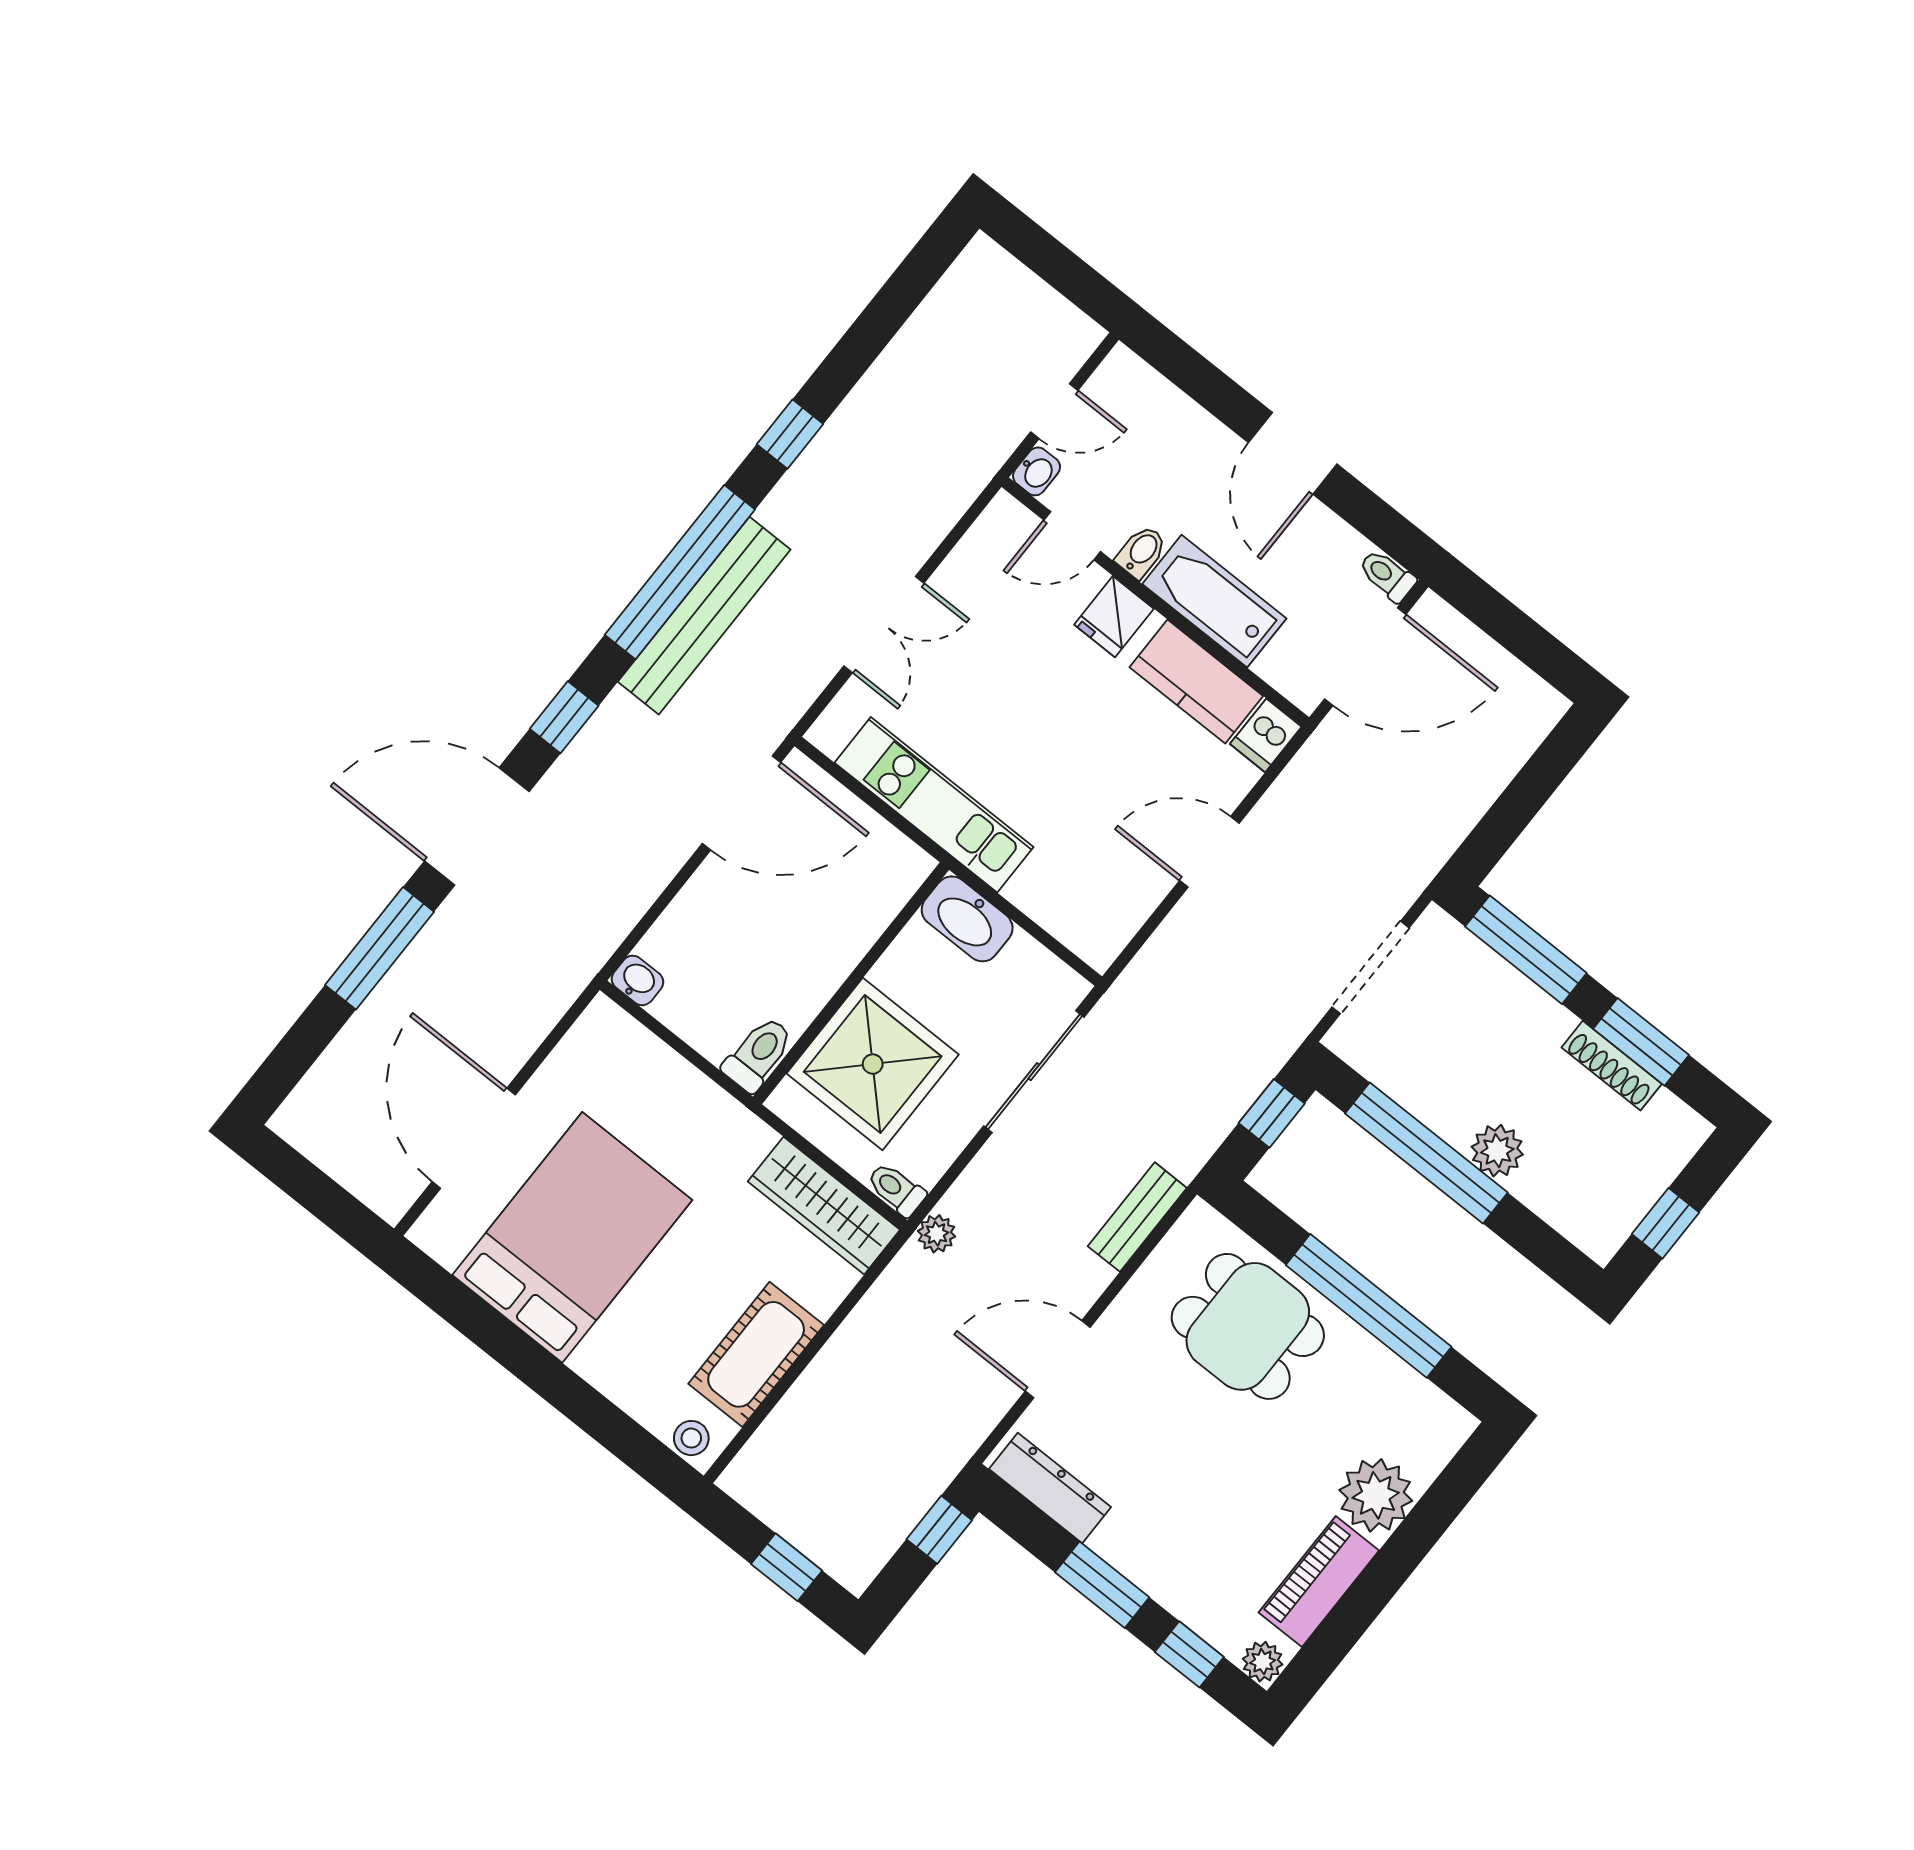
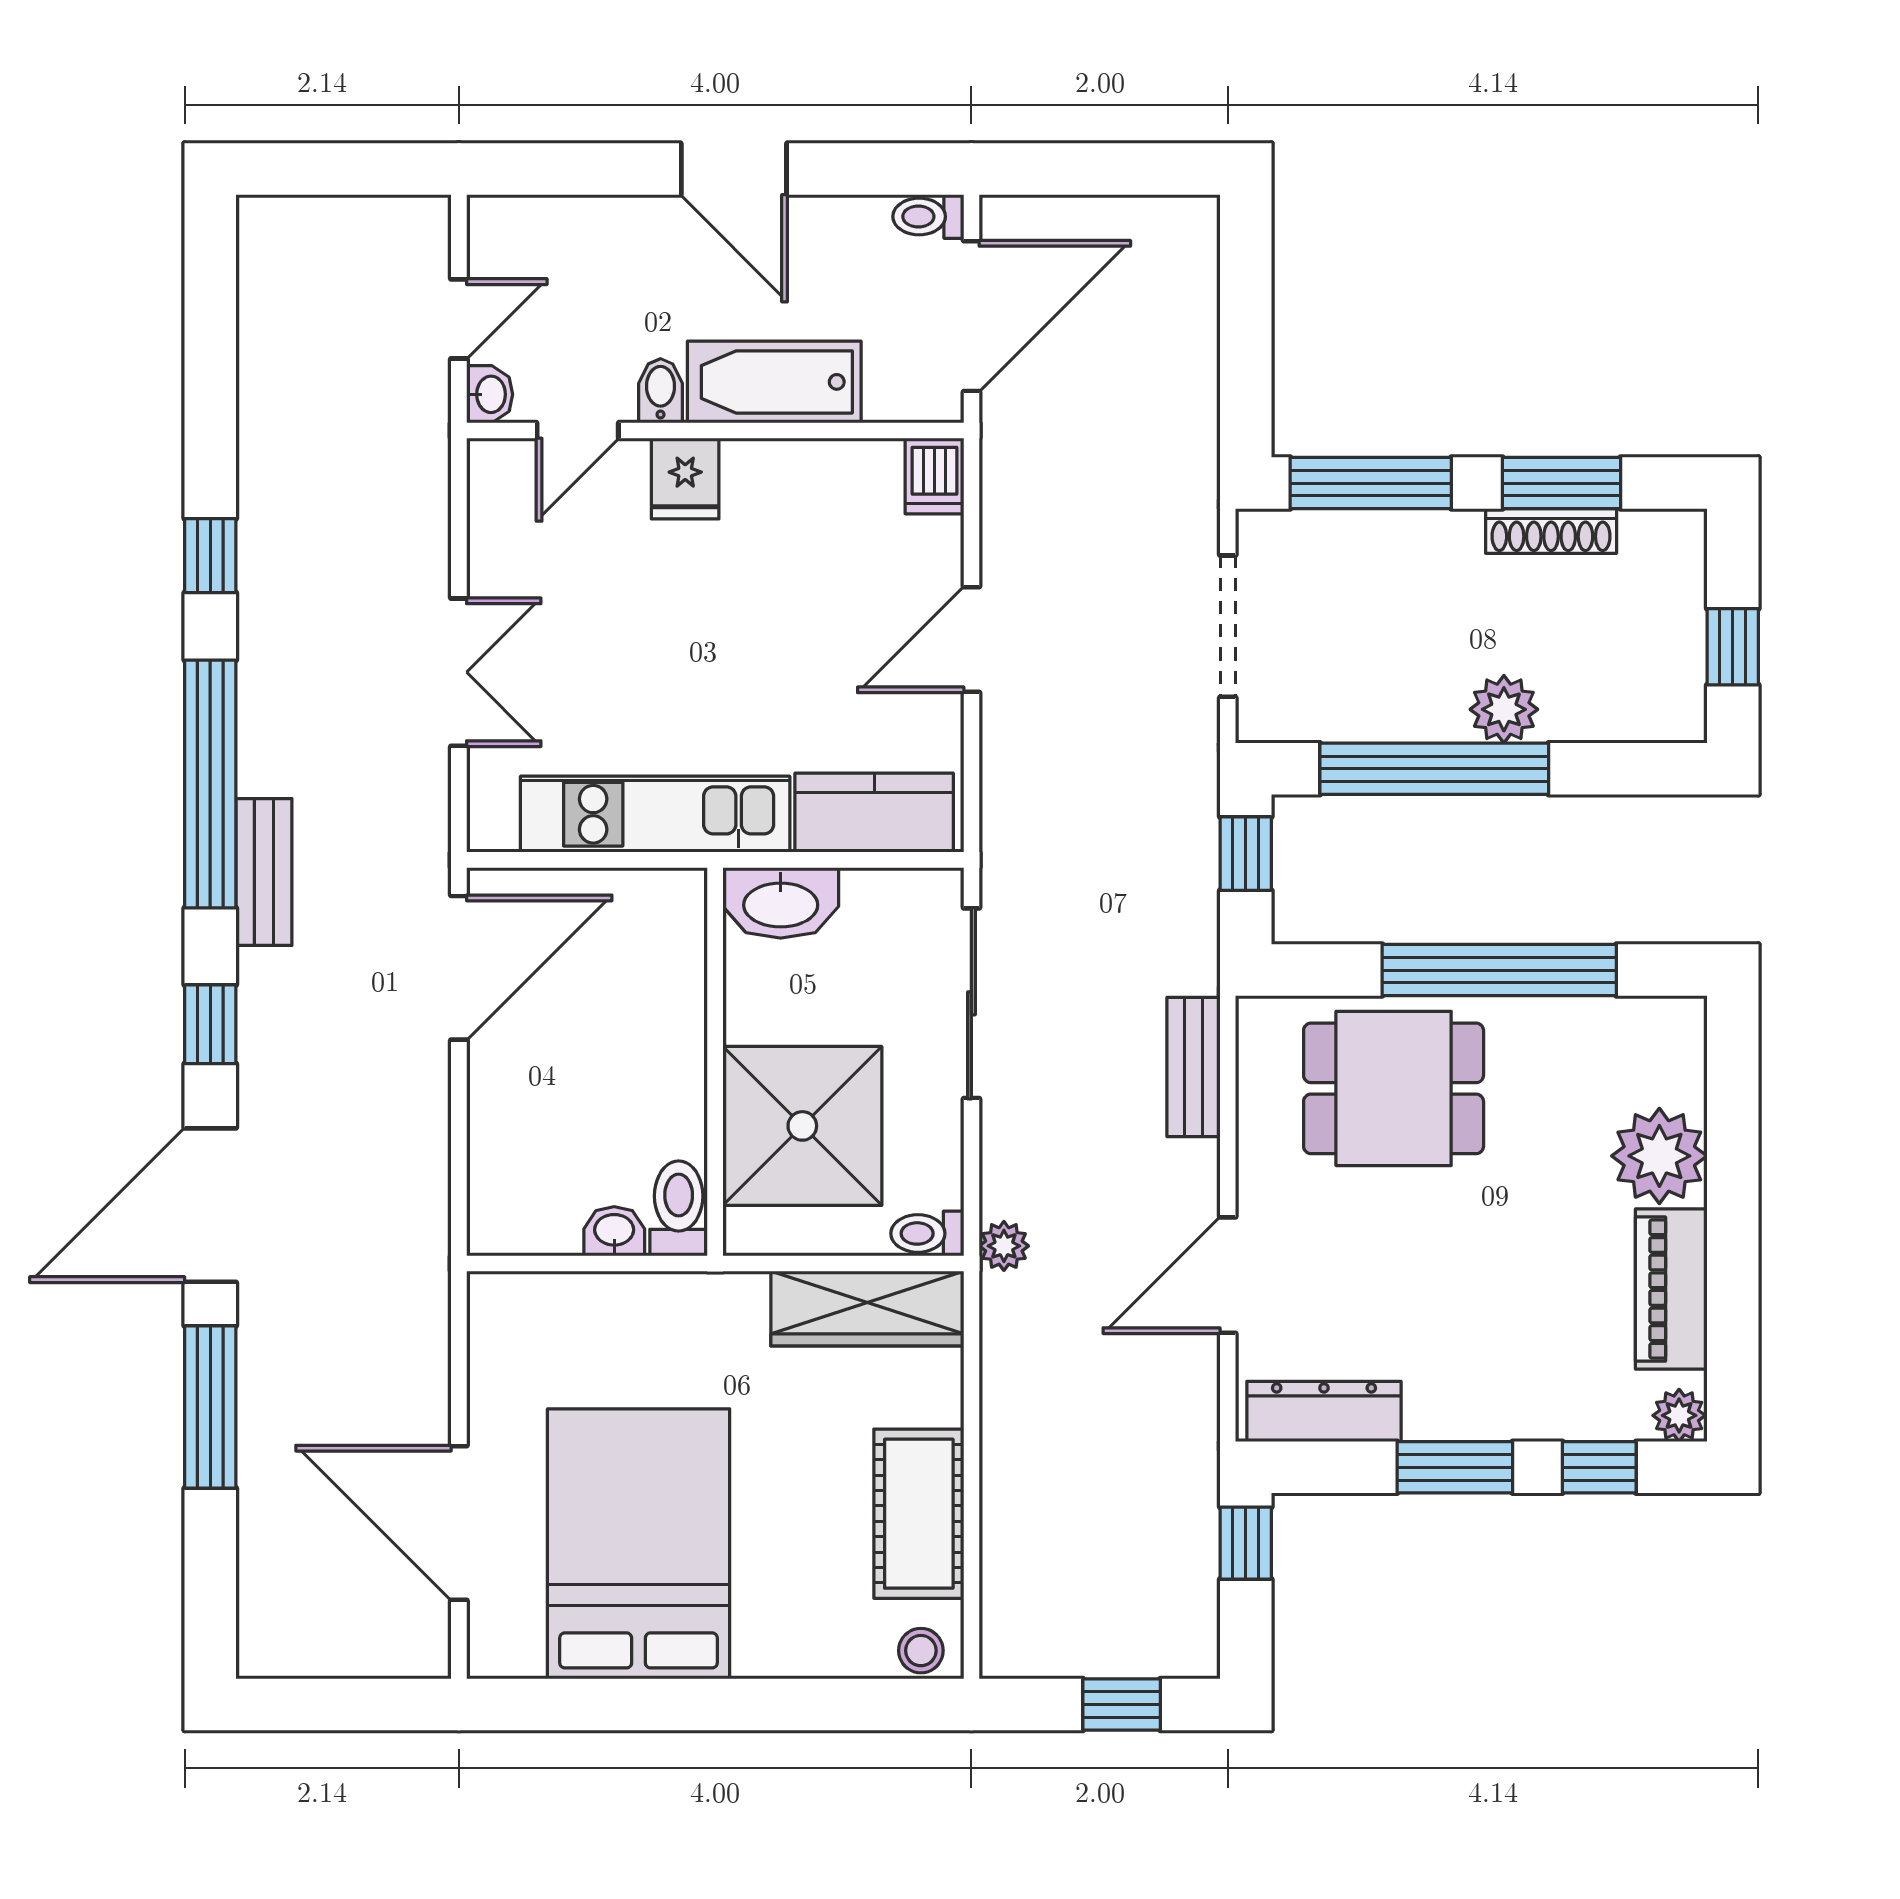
bench: (704, 616) -> (264, 872), width x0.54, depth x0.82
kitchen counter: (1196, 682) -> (874, 813), moved, turned 180
washbasin: (637, 980) -> (614, 1231), moved

